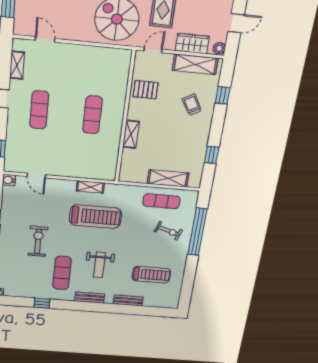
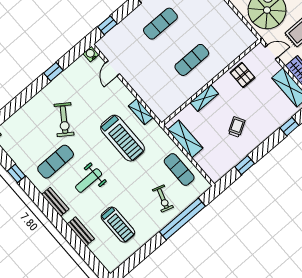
trolley: (192, 105) -> (237, 127), moved
shelving: (168, 178) -> (185, 139), moved
exercise bike: (38, 241) -> (64, 120), turned 125

